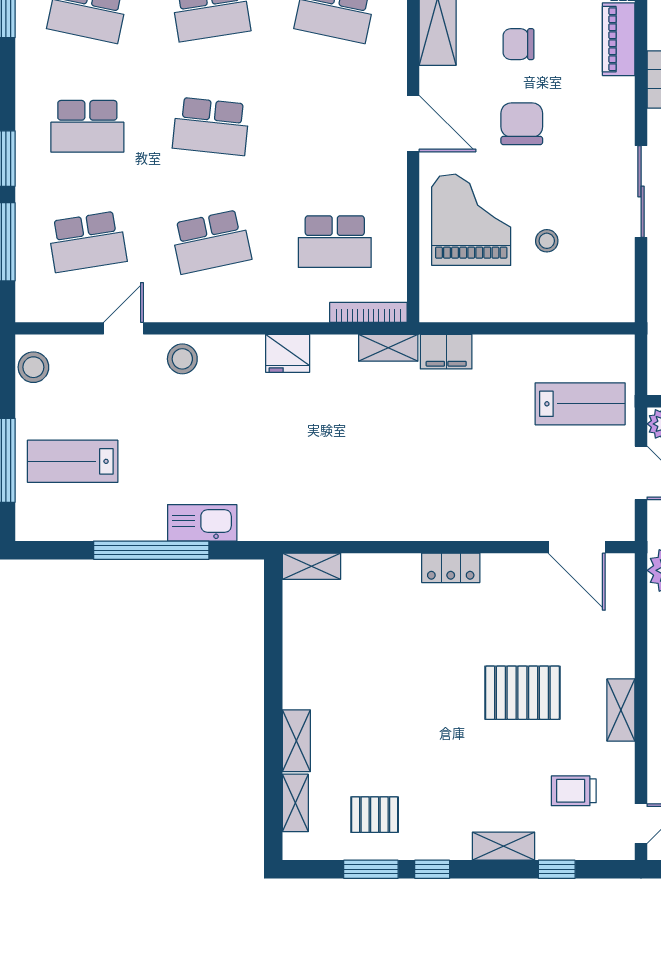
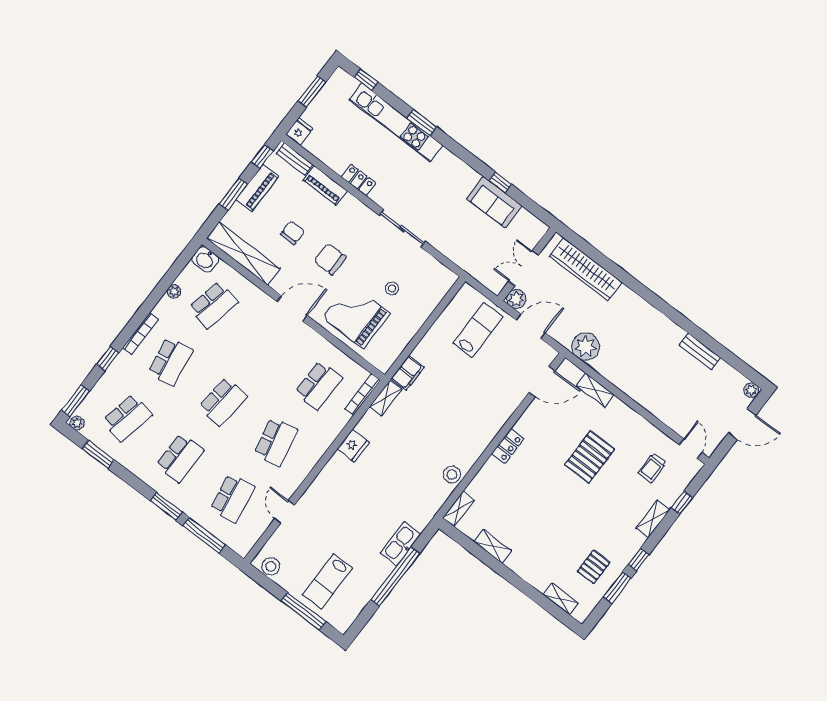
chair: (518, 44) -> (293, 233), turned 180
stool: (182, 359) -> (452, 475), moved
shelving: (621, 710) -> (595, 390), moved
shelving: (296, 741) -> (493, 546), moved

